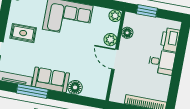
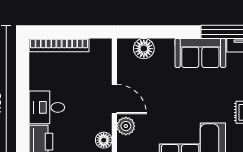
floor lamp: (75, 87) -> (144, 49), moved

